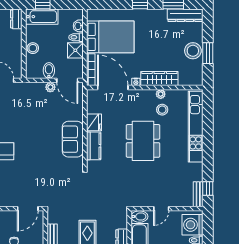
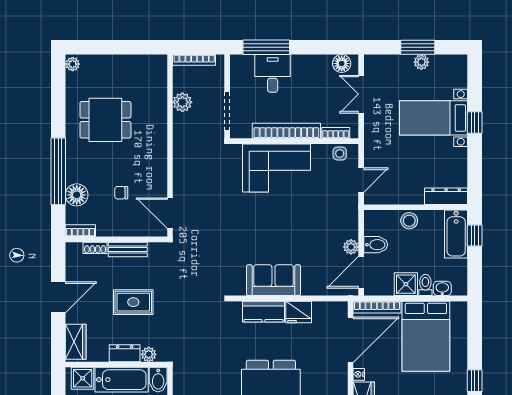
dresser: (16, 19) -> (446, 196), width x1.44
plant: (122, 223) -> (149, 354), added

